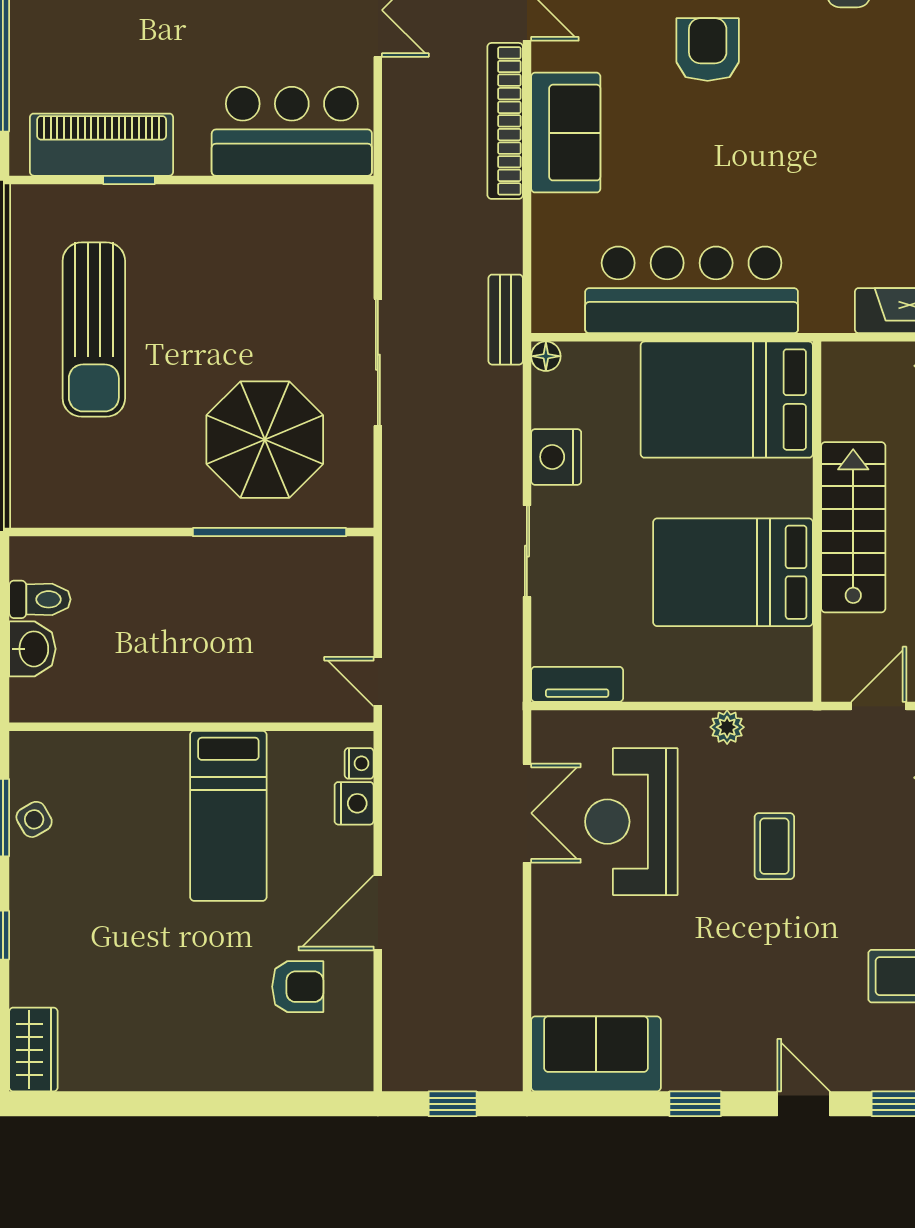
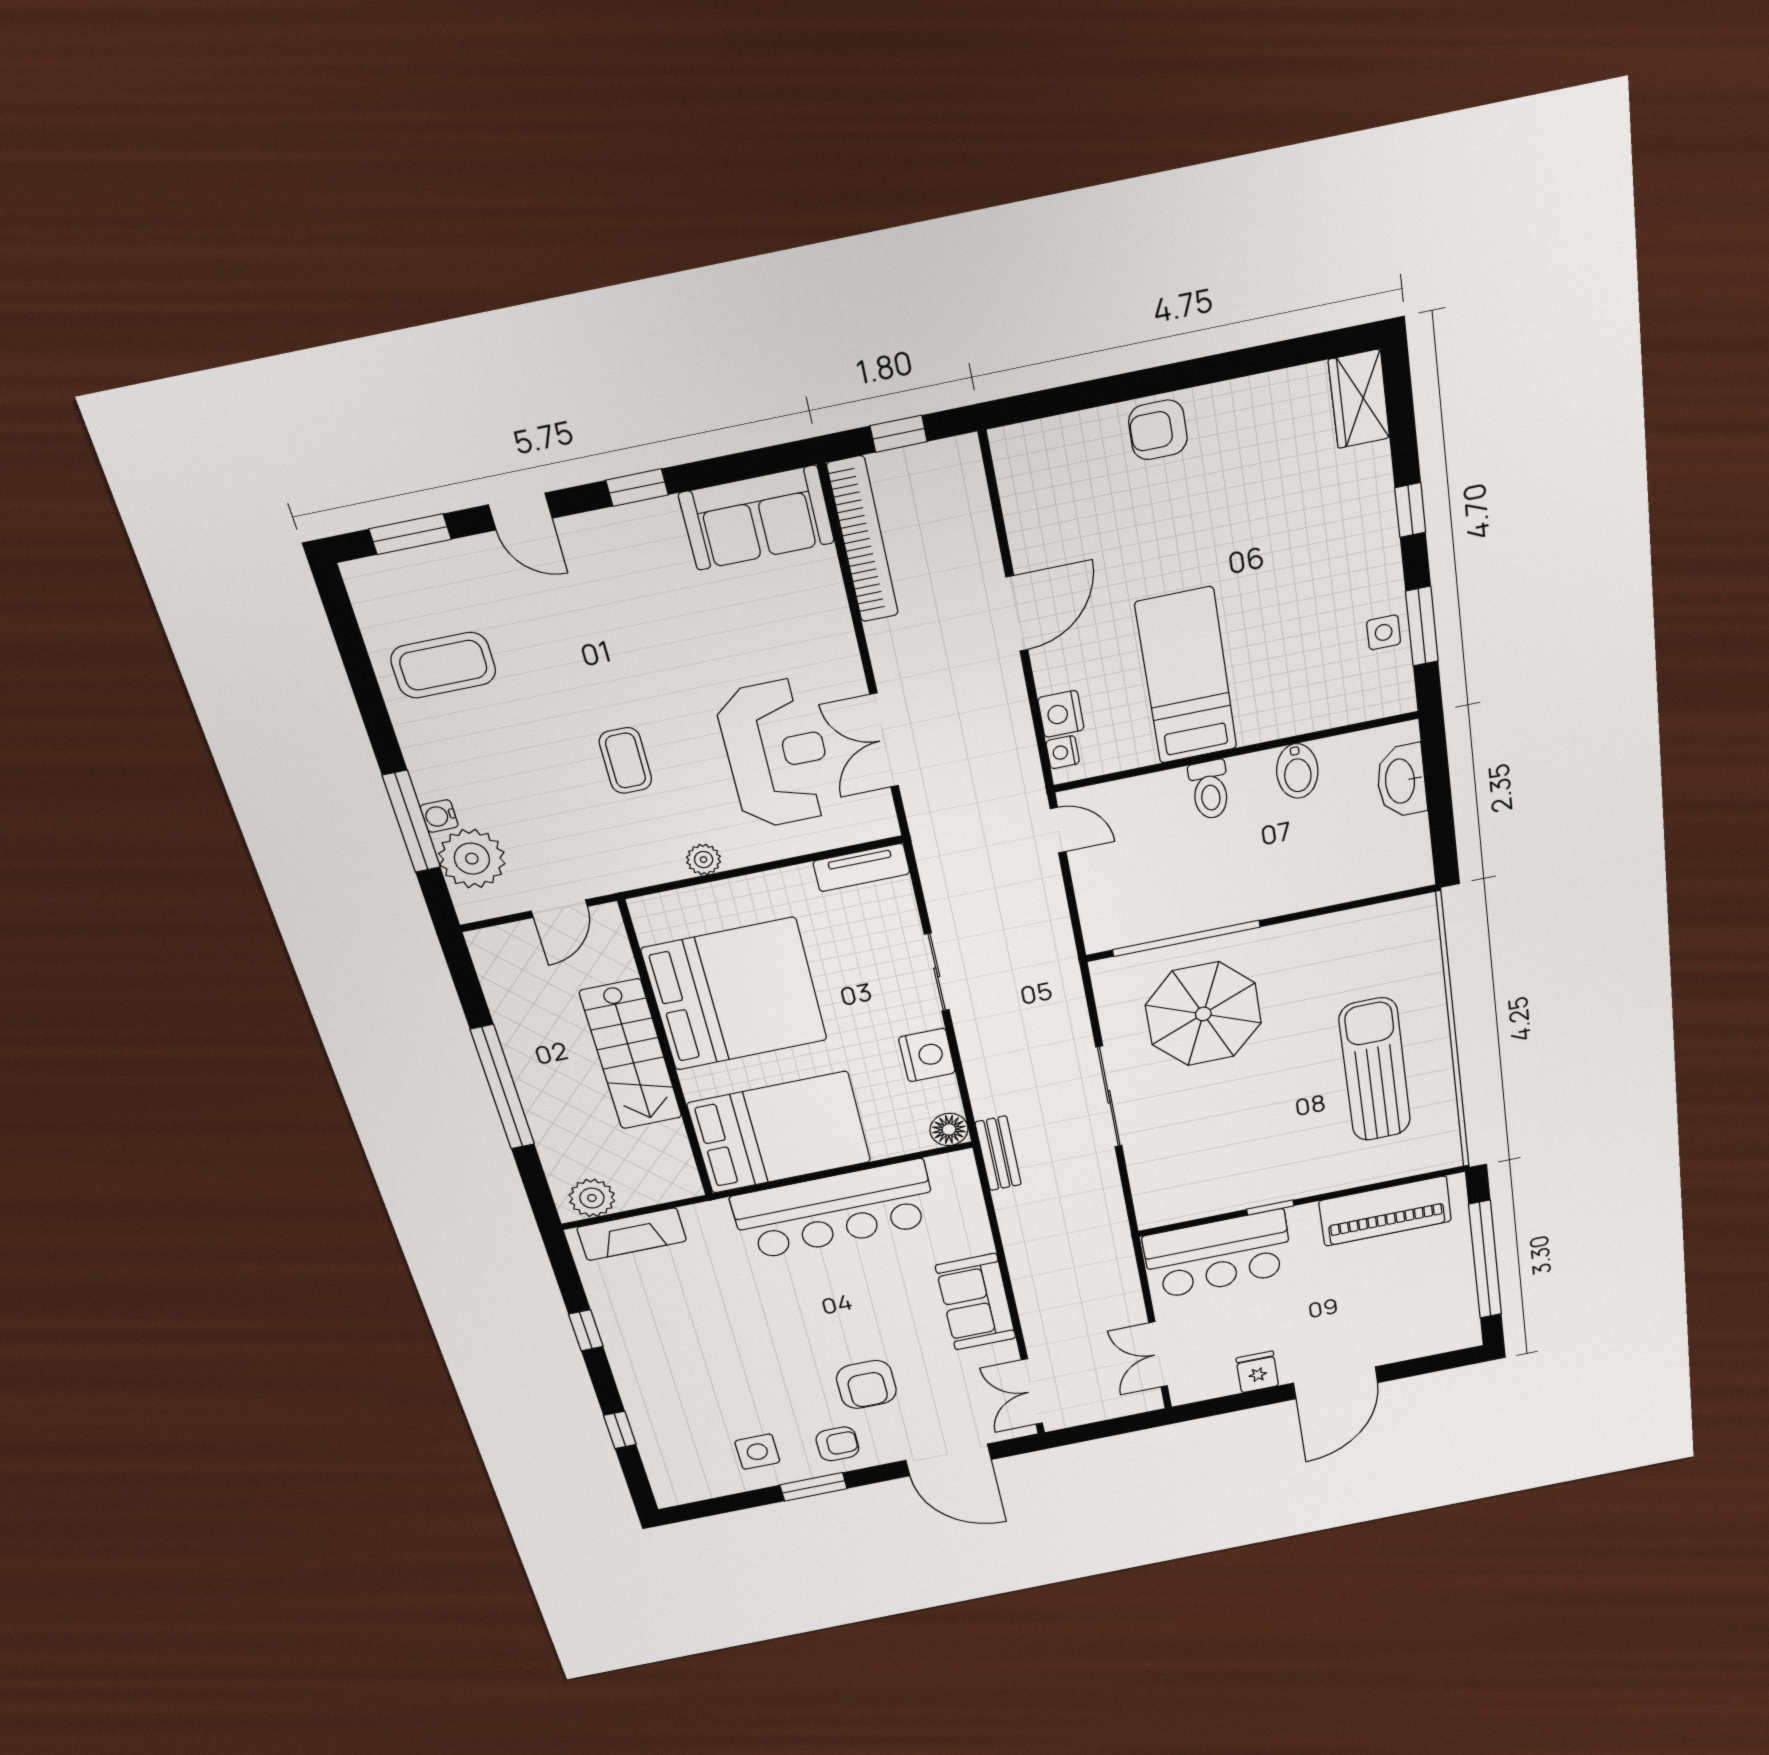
bookcase: (505, 121) -> (863, 540), moved
window: (129, 180) -> (1270, 1208), moved
floor lamp: (546, 356) -> (949, 1129), width x1.37, depth x1.37
bed: (733, 572) -> (735, 994), width x1.36
toilet: (40, 599) -> (1210, 790), moved, turned -90
washbasin: (32, 649) -> (1401, 781), width x1.38
bidet: (134, 693) -> (1297, 771), added
side table: (34, 819) -> (1384, 632), turned 30
armchair: (298, 987) -> (1158, 430), moved

